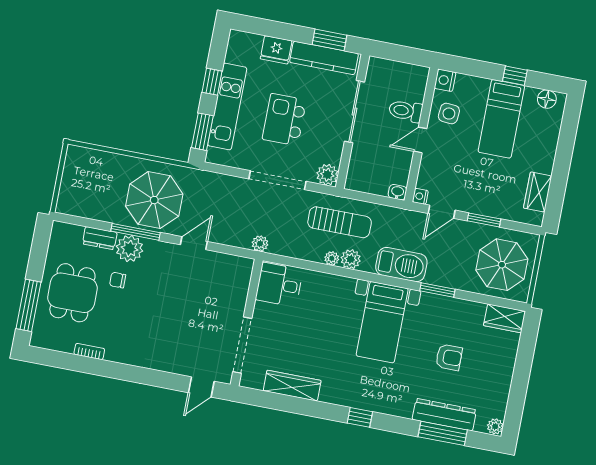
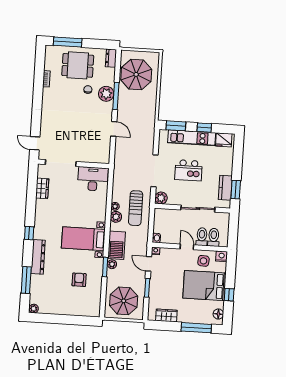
fridge: (276, 50) -> (224, 140), moved, turned -90
kitchen counter: (324, 58) -> (225, 188), width x0.67
toilet: (409, 90) -> (214, 237), added
bed: (501, 119) -> (205, 286), width x1.50
kitchen island: (284, 120) -> (188, 170), turned 180
window: (566, 142) -> (196, 328), added
parasol: (154, 200) -> (136, 74), moved
dresser: (100, 238) -> (111, 58), moved
plant: (260, 244) -> (112, 264), moved
desk: (279, 285) -> (93, 179), width x1.37
wardrobe: (505, 318) -> (94, 306), removed
armchair: (449, 357) -> (79, 280), moved, turned 180
wardrobe: (292, 386) -> (42, 188), width x0.67
dresser: (444, 415) -> (38, 257), moved

